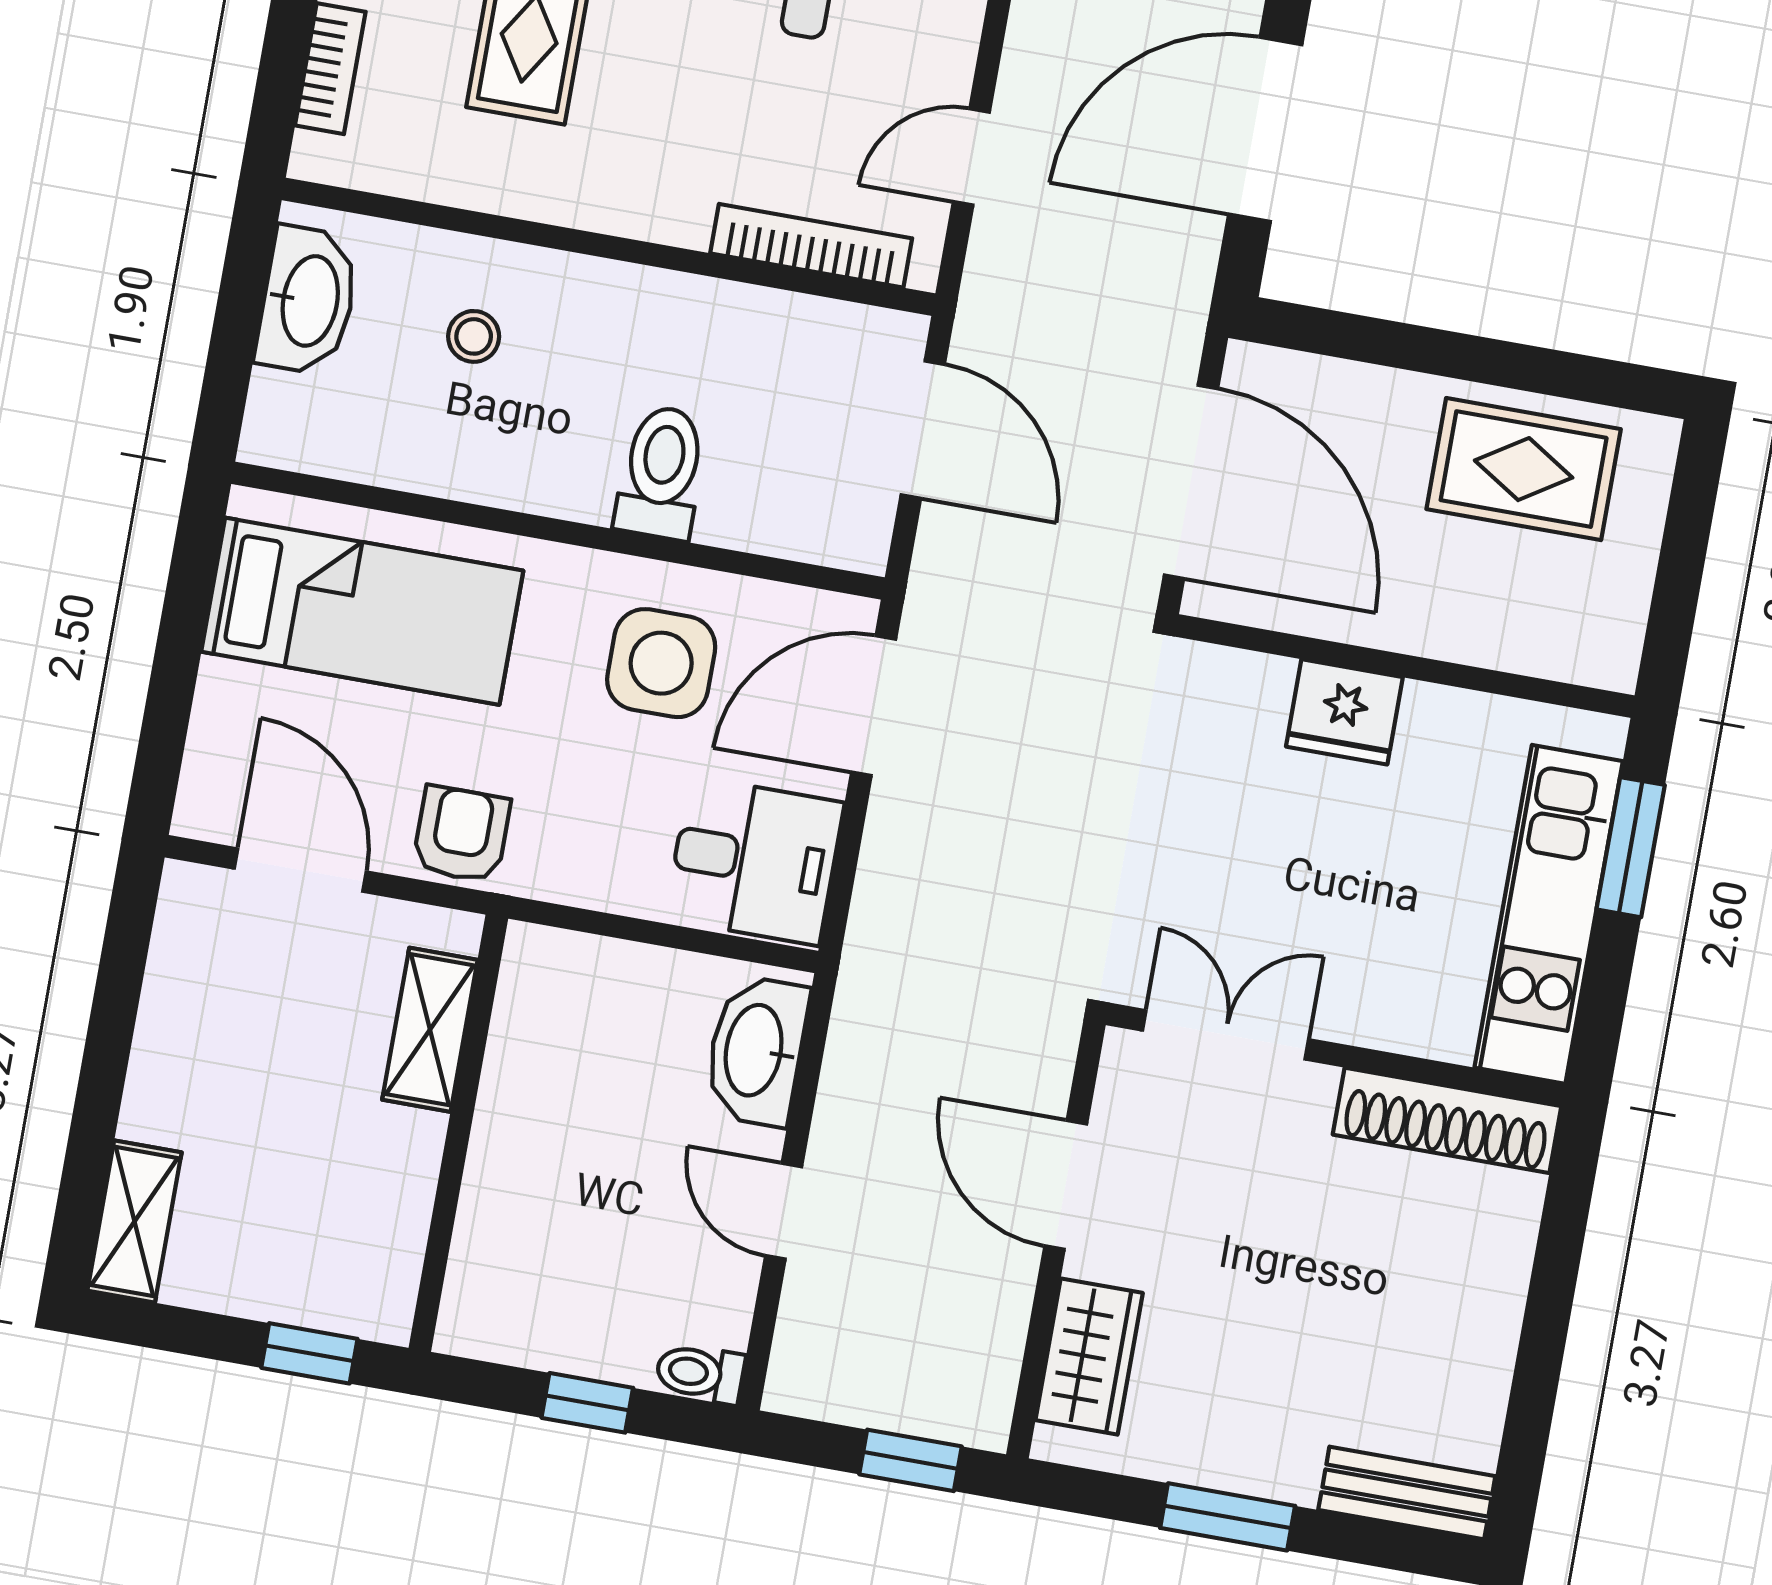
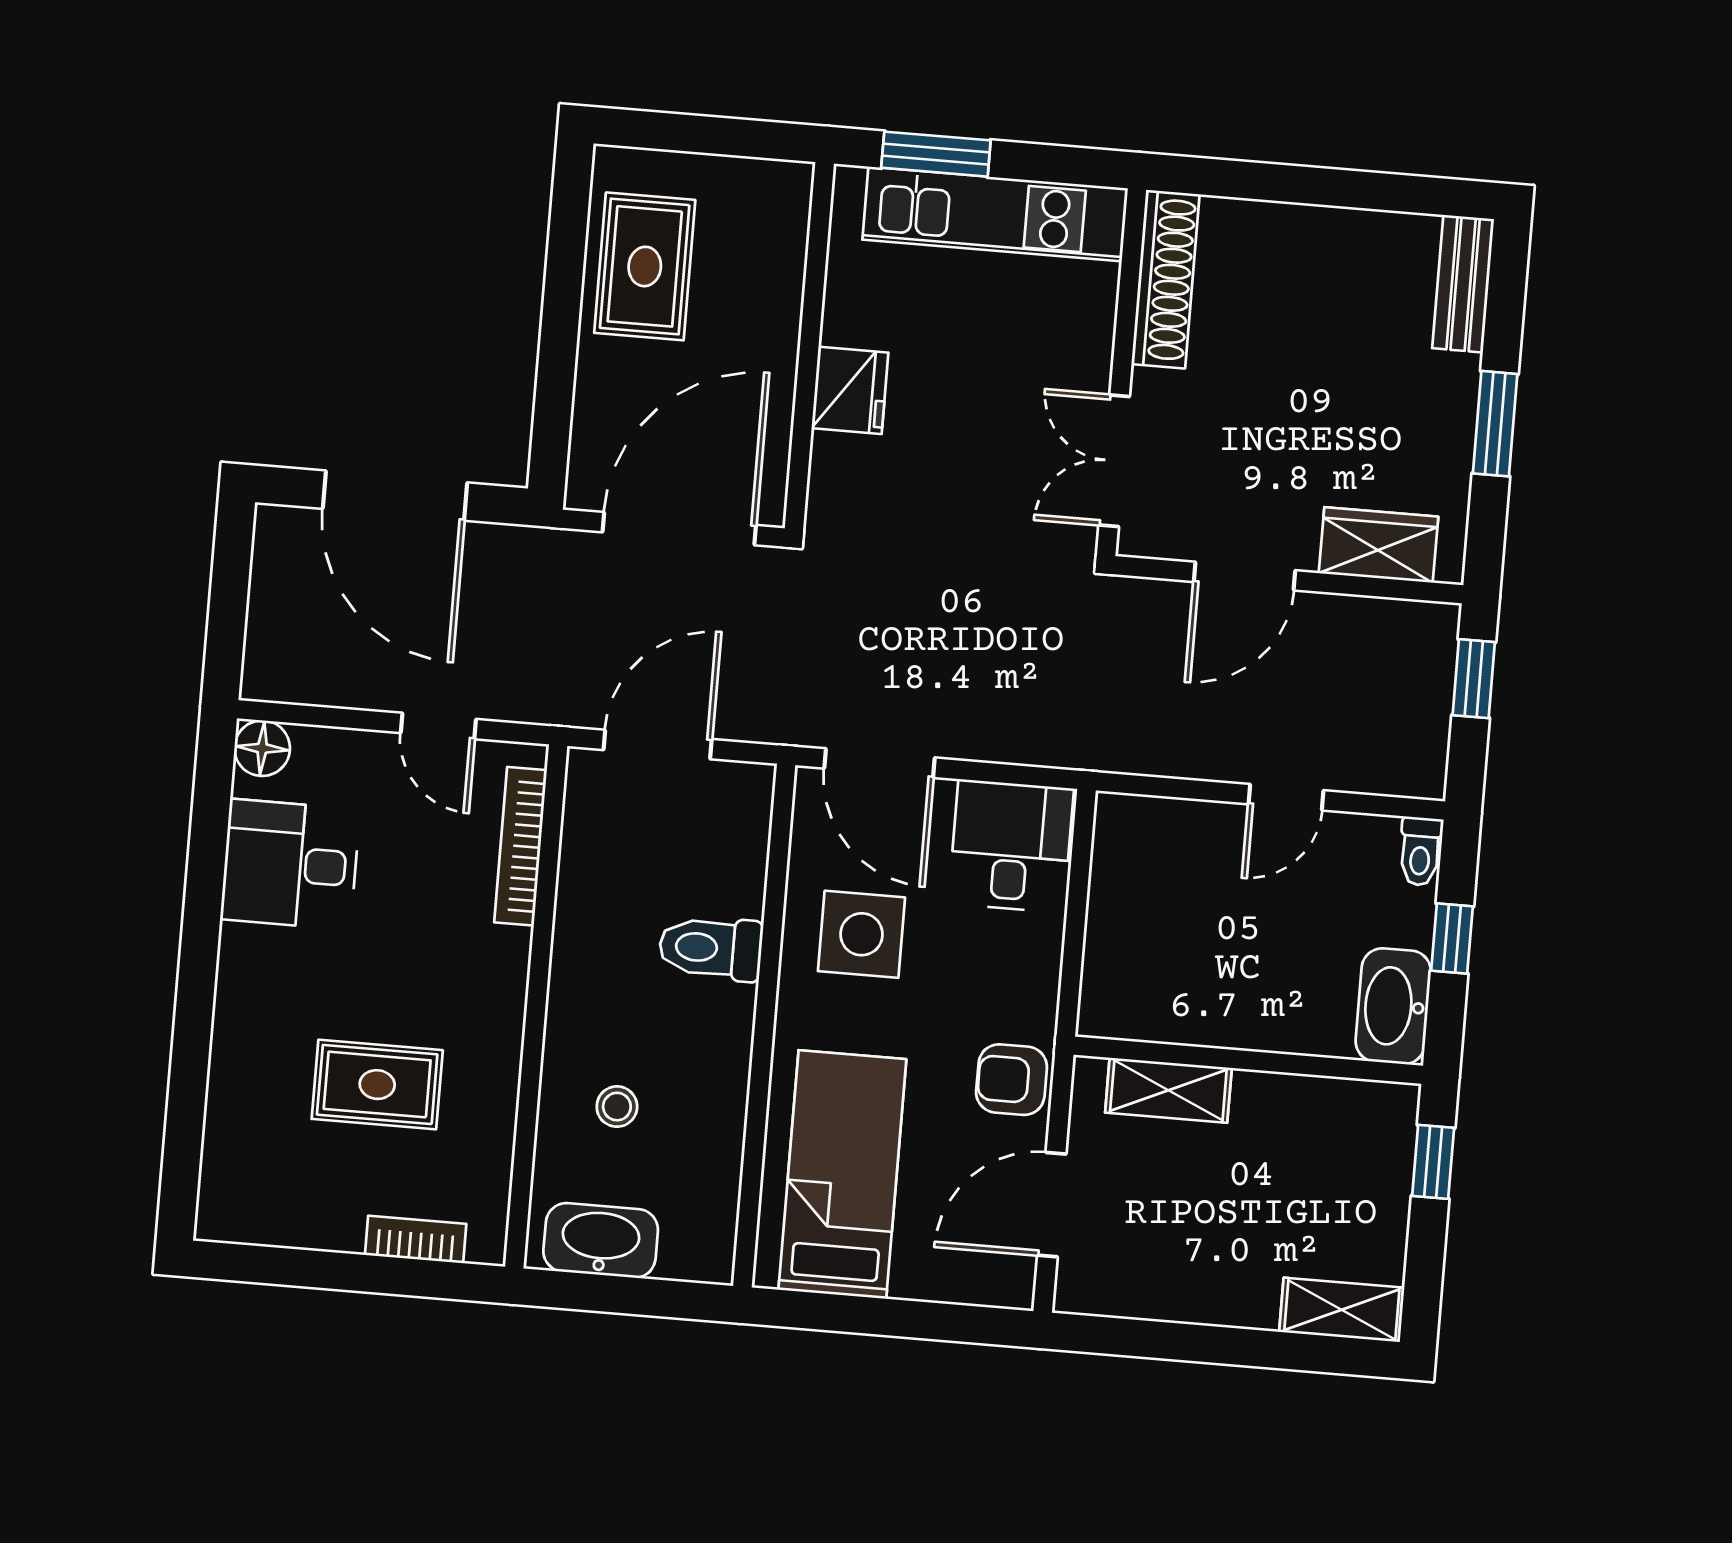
washbasin: (756, 1051) -> (1393, 1006), moved, turned 90

